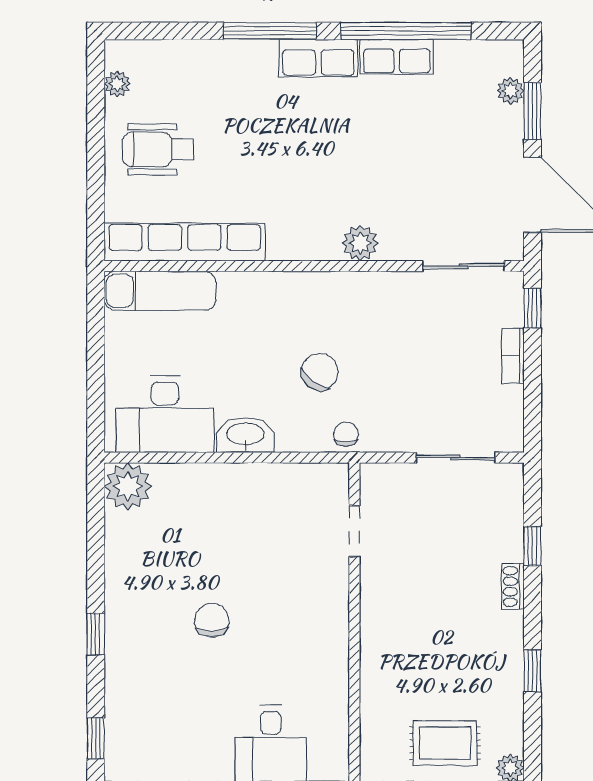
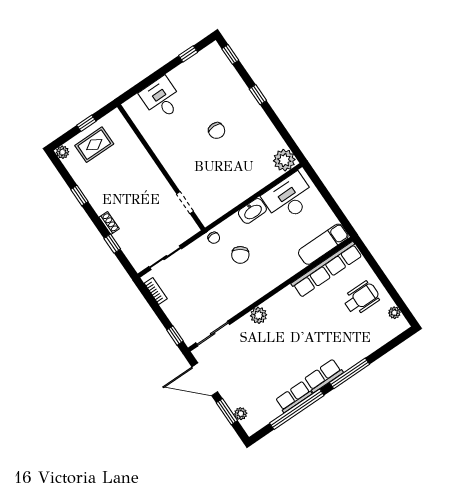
bookcase: (513, 356) -> (156, 291), moved

